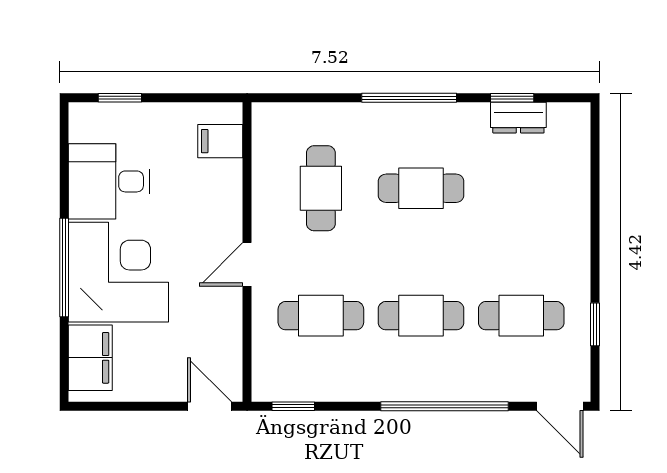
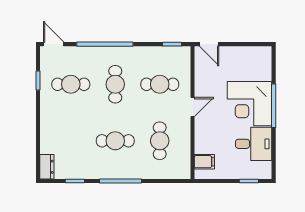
dresser: (518, 118) -> (47, 167), moved, turned 90
cafe table: (421, 316) -> (115, 84), turned 90
filing cabinet: (90, 358) -> (262, 66), removed

